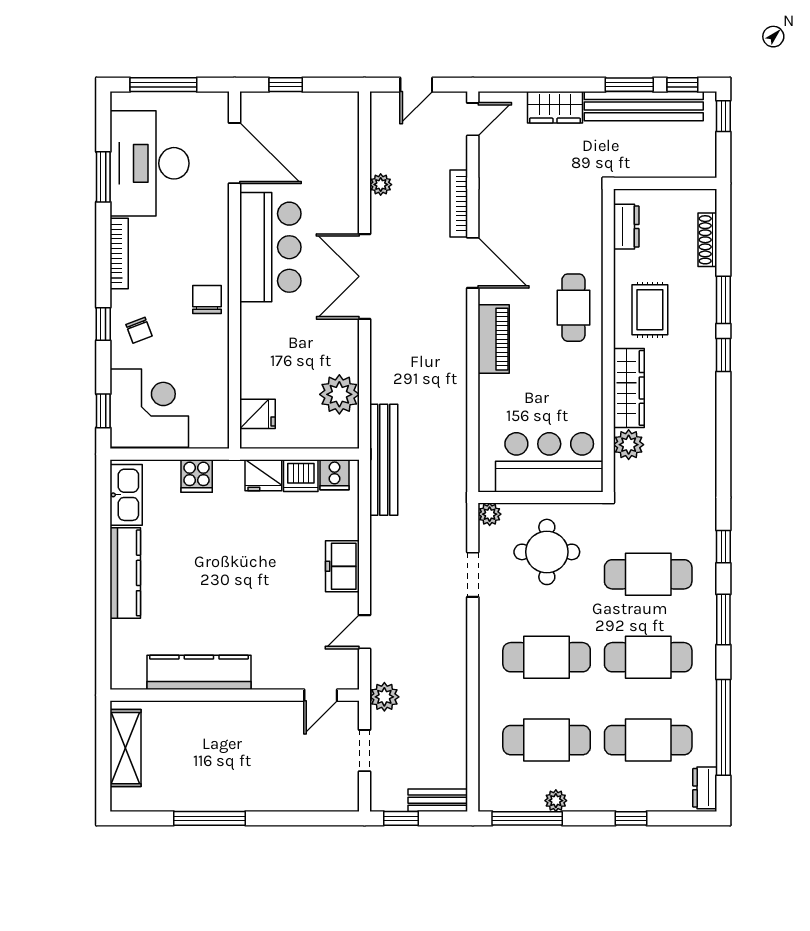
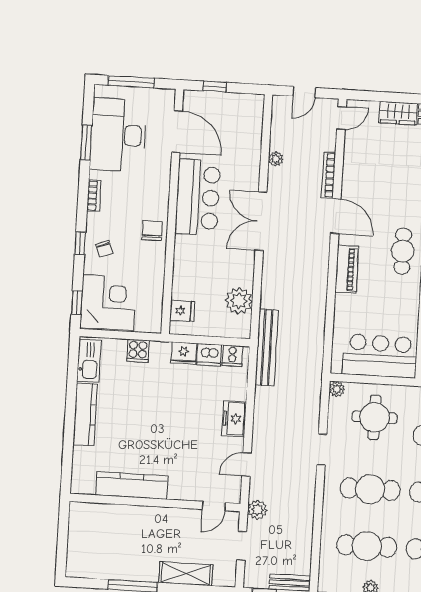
bookcase: (119, 254) -> (94, 196), width x0.64
doorway: (473, 575) -> (322, 450), moved
shelving: (125, 748) -> (186, 574), moved, turned 90

